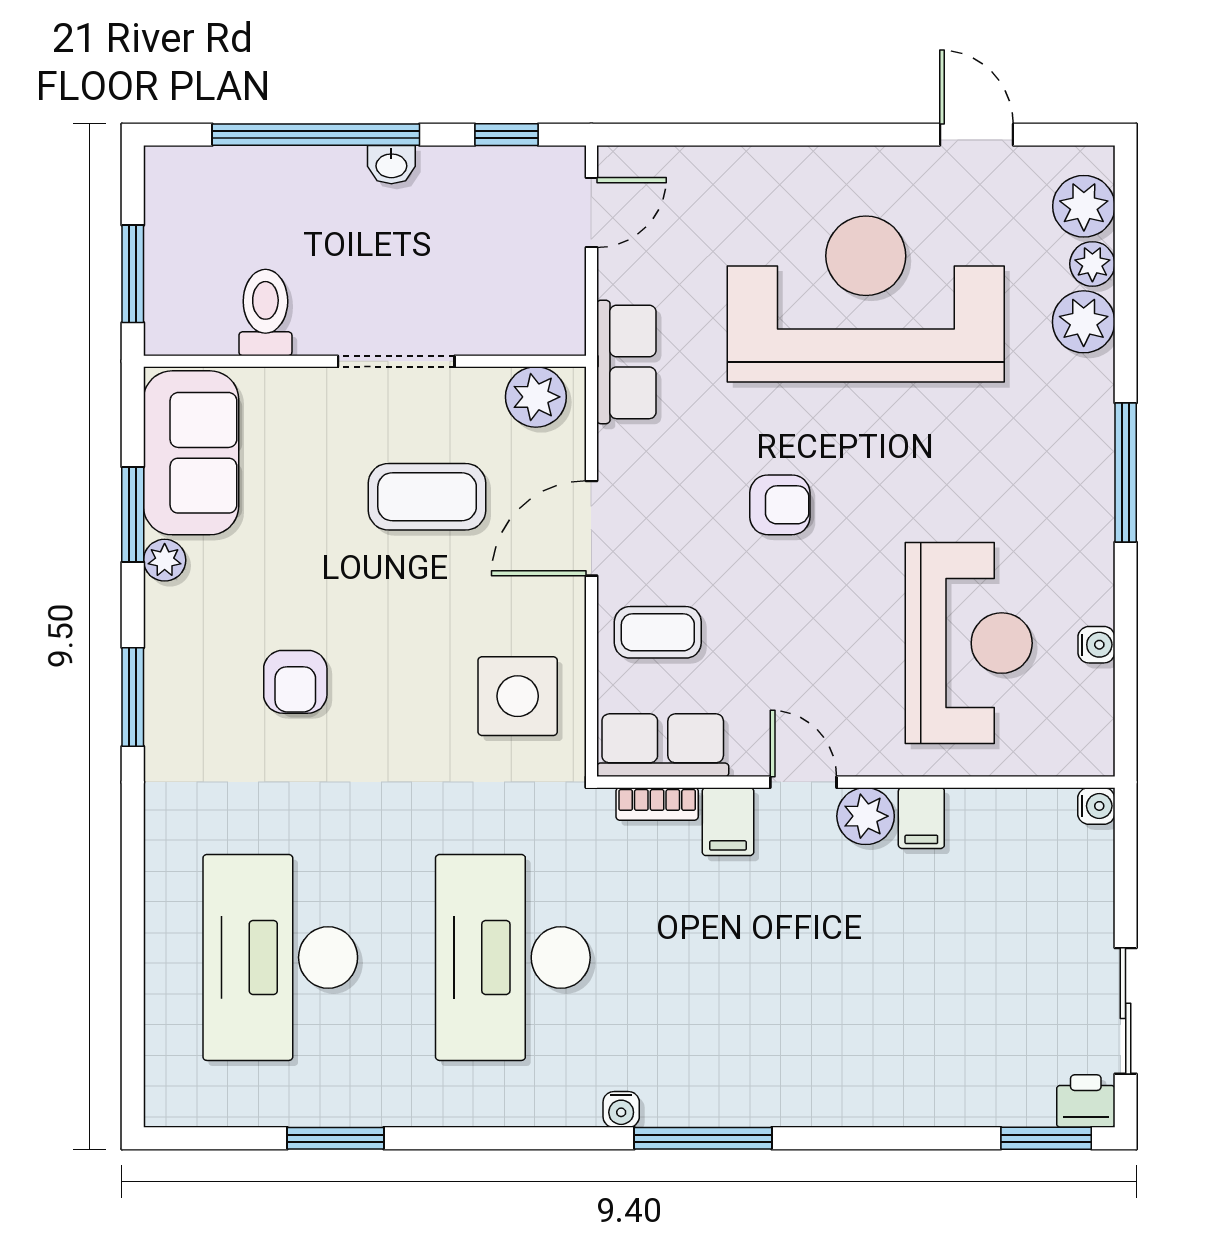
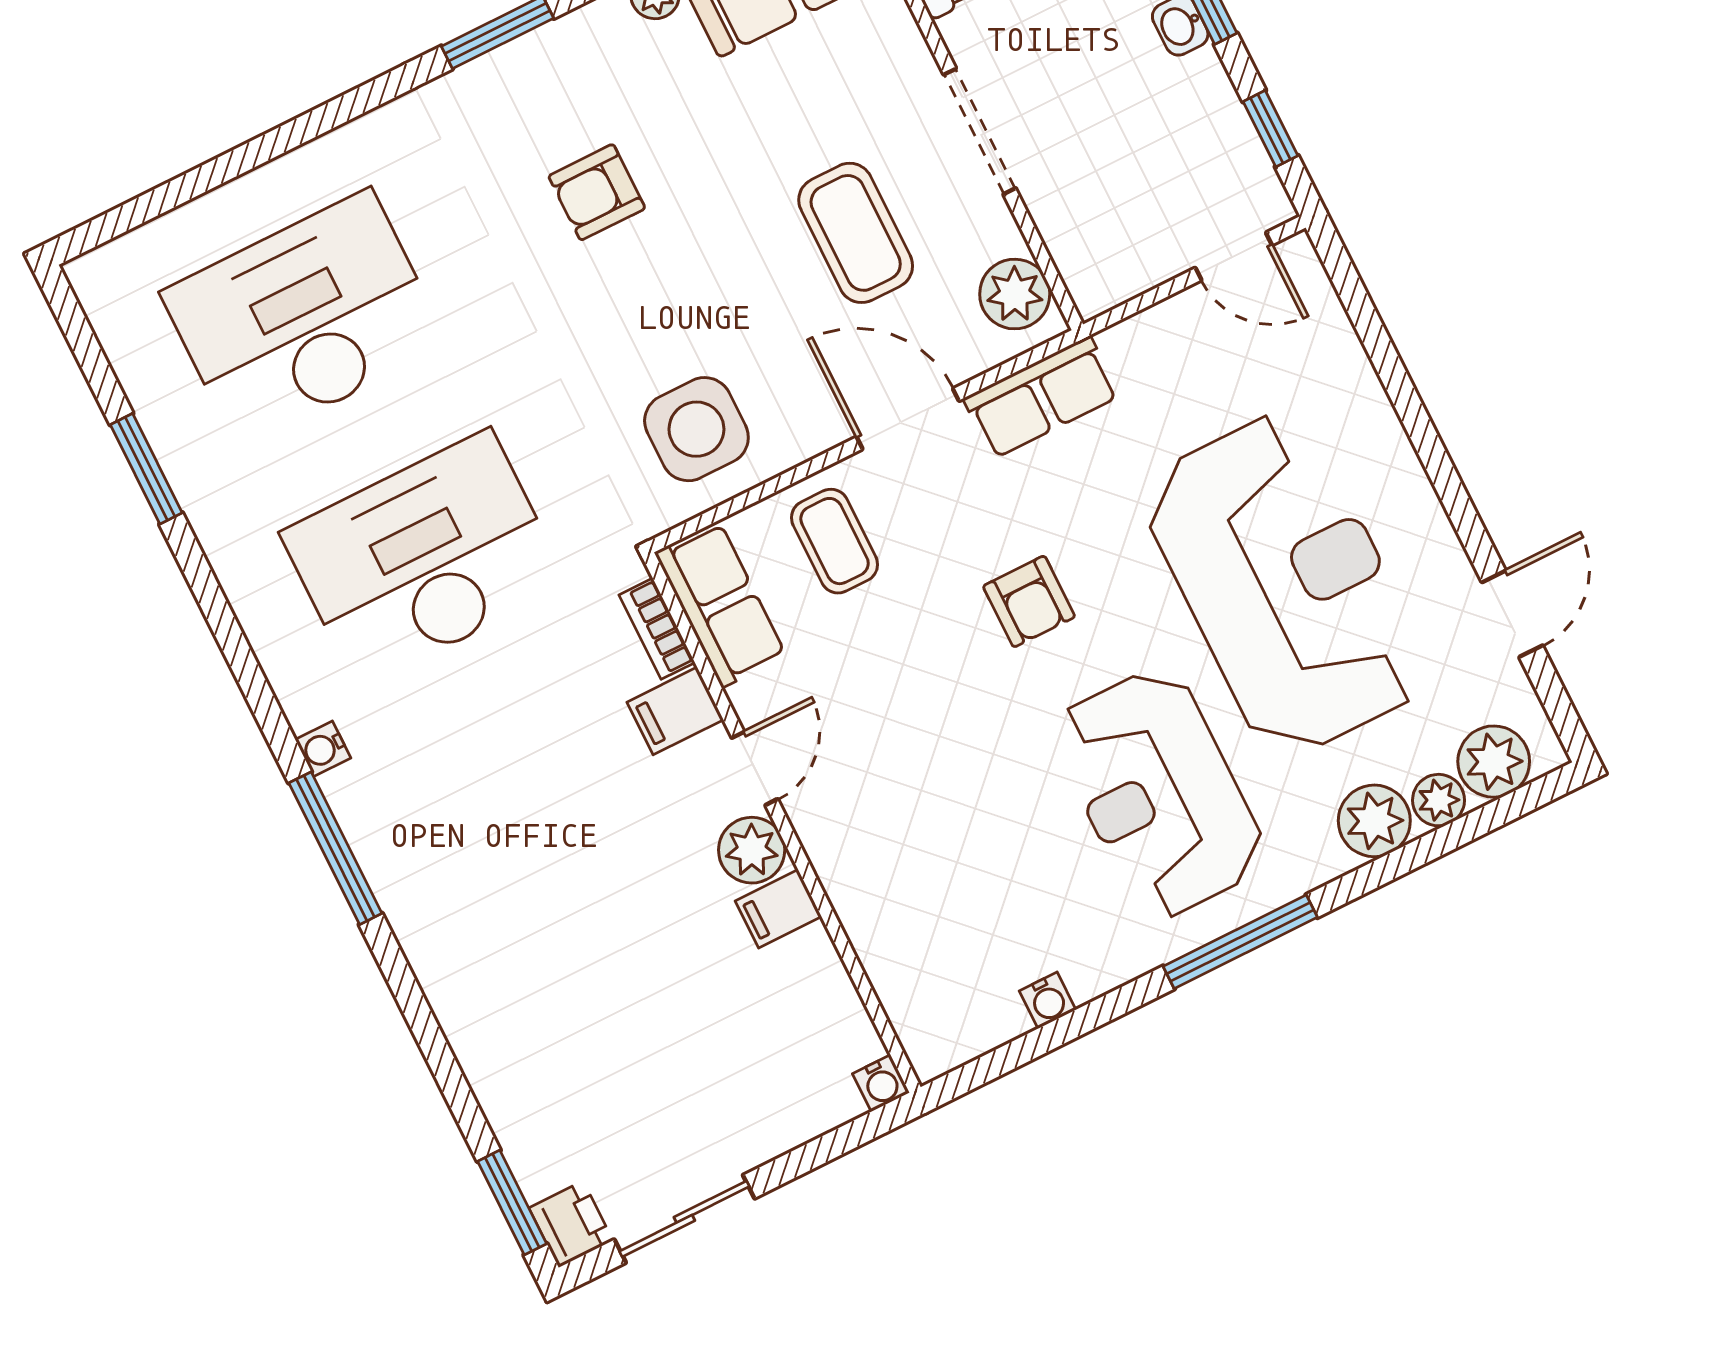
row of seats: (626, 362) -> (1042, 397), moved
reception desk: (969, 643) -> (1159, 793), moved, turned 90

